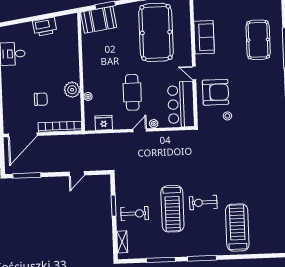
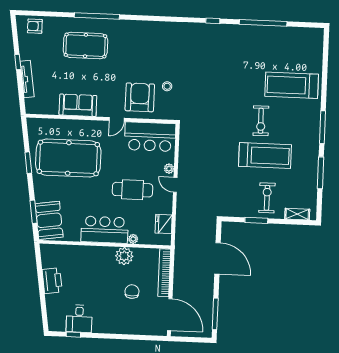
bar counter: (94, 70) -> (105, 230), added
door: (77, 174) -> (217, 258), width x1.87

